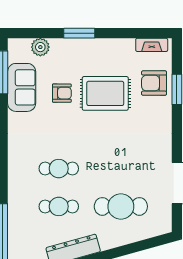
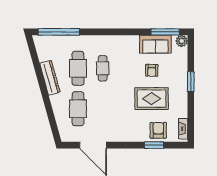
plant: (40, 47) -> (182, 41), moved
rug: (105, 93) -> (152, 99), turned 90
cafe table: (59, 206) -> (78, 68), width x1.37, depth x1.35

